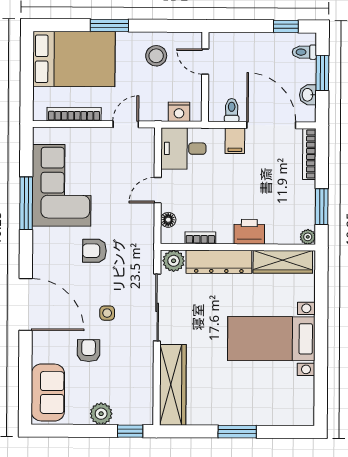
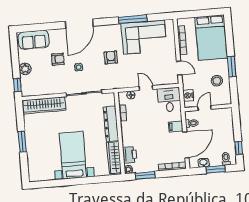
window: (109, 25) -> (232, 67), moved
door: (205, 62) -> (204, 108), moved
printer: (249, 232) -> (130, 155), moved
plant: (174, 261) -> (109, 100), removed

